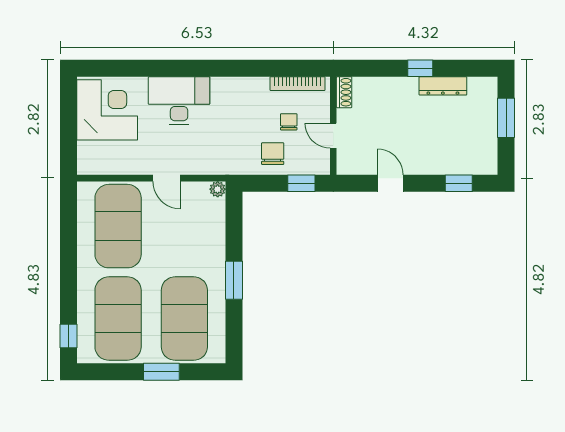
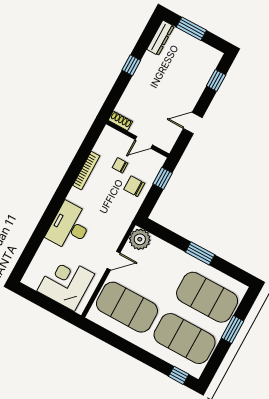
bookcase: (297, 84) -> (86, 171), moved
dresser: (443, 86) -> (160, 38), moved
corner desk: (107, 110) -> (66, 283), moved
plant: (218, 189) -> (140, 239), width x1.88, depth x1.88

